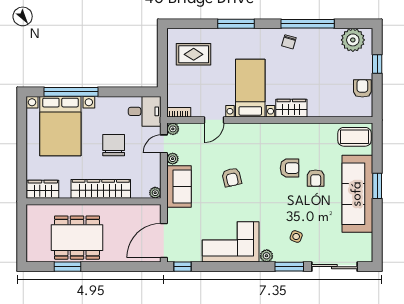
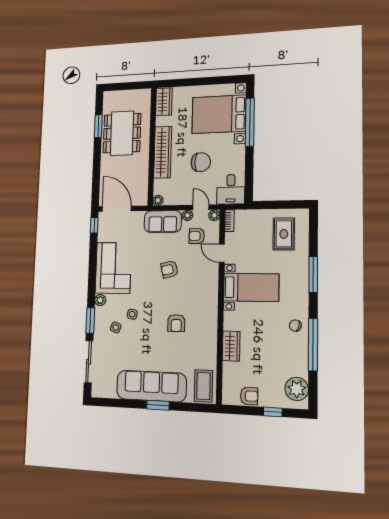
wardrobe: (291, 108) -> (231, 346), moved
armchair: (316, 178) -> (197, 236), moved
side table: (281, 218) -> (132, 314), added

